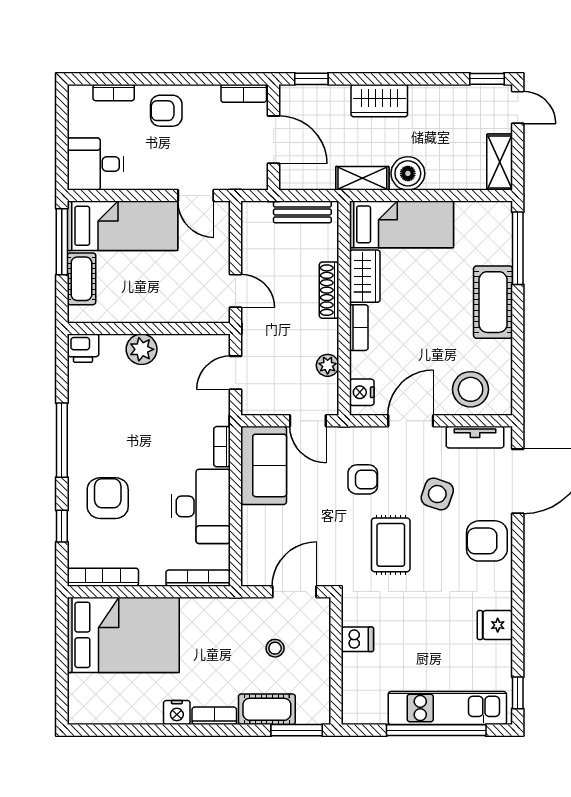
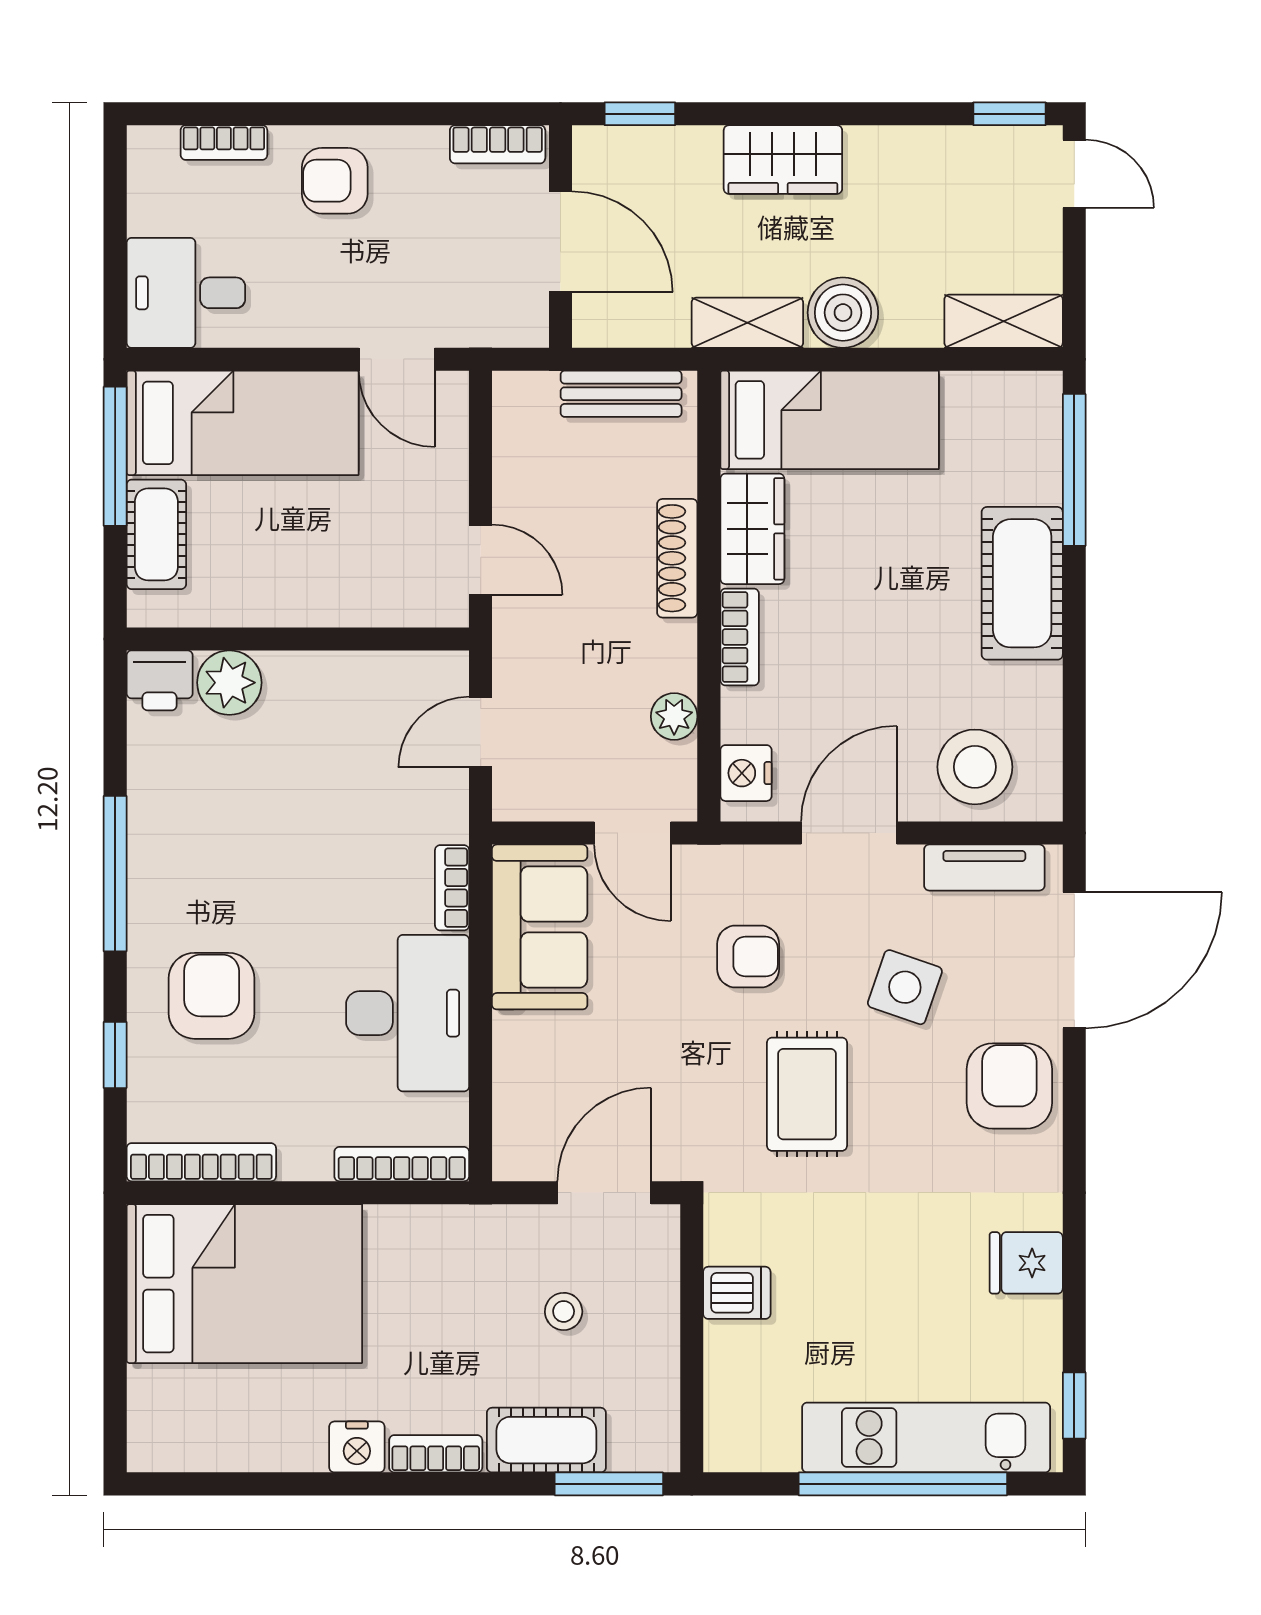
shelving: (500, 162) -> (1004, 321), moved, turned 90
plant: (142, 349) -> (229, 683), moved
armchair: (487, 541) -> (1009, 1086), turned 90

